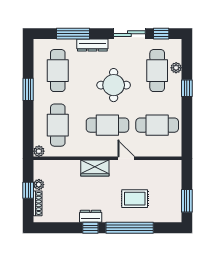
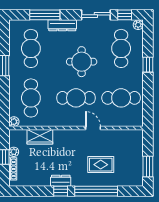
plant: (176, 68) -> (138, 25), moved
wardrobe: (95, 168) -> (40, 137), moved

